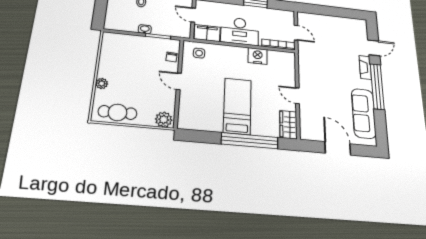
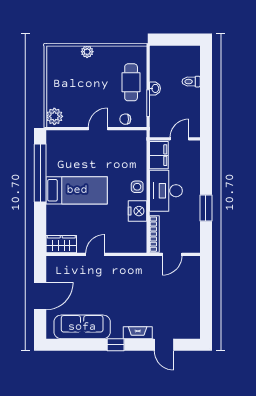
side table: (199, 53) -> (137, 187), moved
window: (377, 86) -> (116, 345), width x0.32
cafe table: (117, 112) -> (131, 82), moved
window: (250, 141) -> (40, 173), moved

